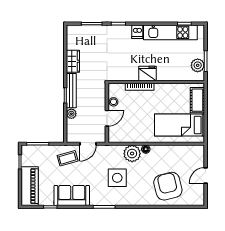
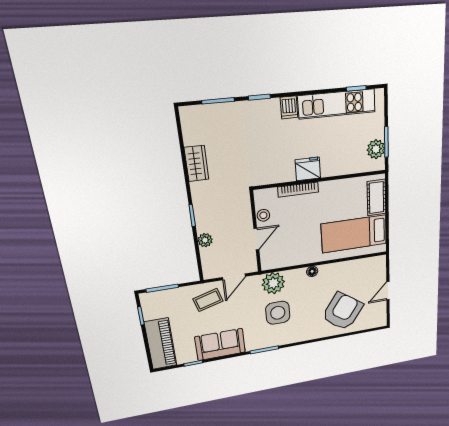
bench: (71, 91) -> (200, 207), removed
plant: (132, 154) -> (273, 283), moved
armchair: (168, 186) -> (343, 311), turned 49

